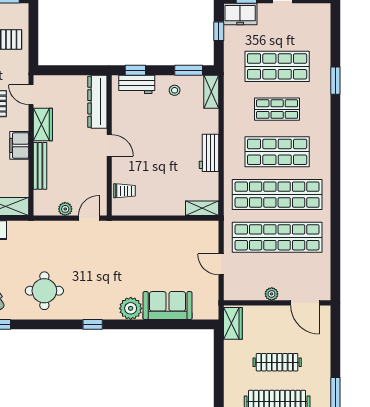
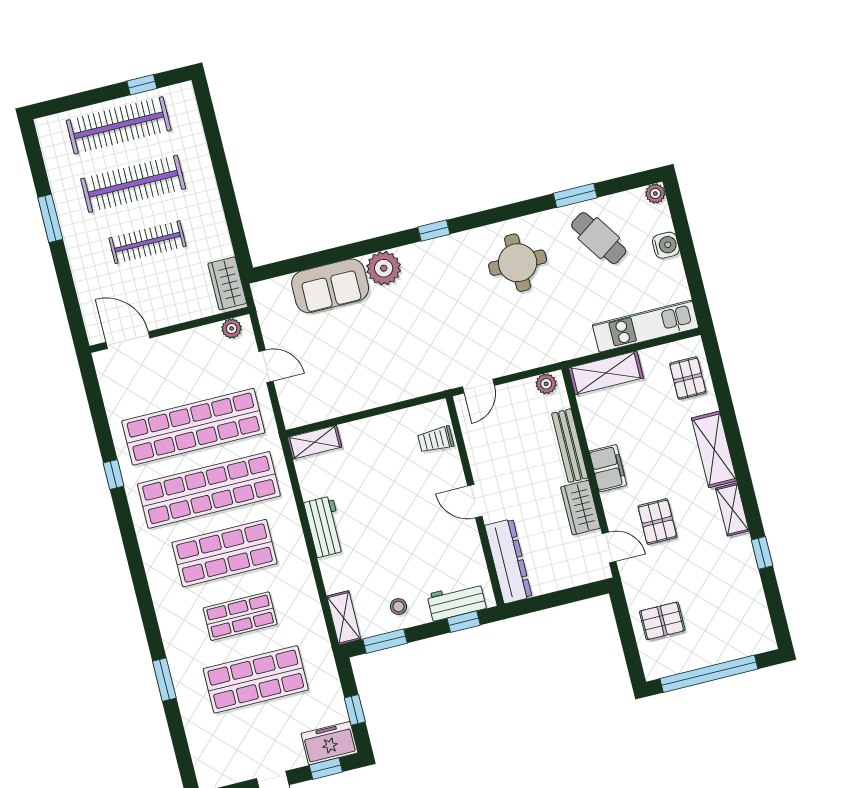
plant: (65, 209) -> (546, 384), moved
window: (335, 219) -> (114, 475), added
plant: (272, 294) -> (232, 328), moved

